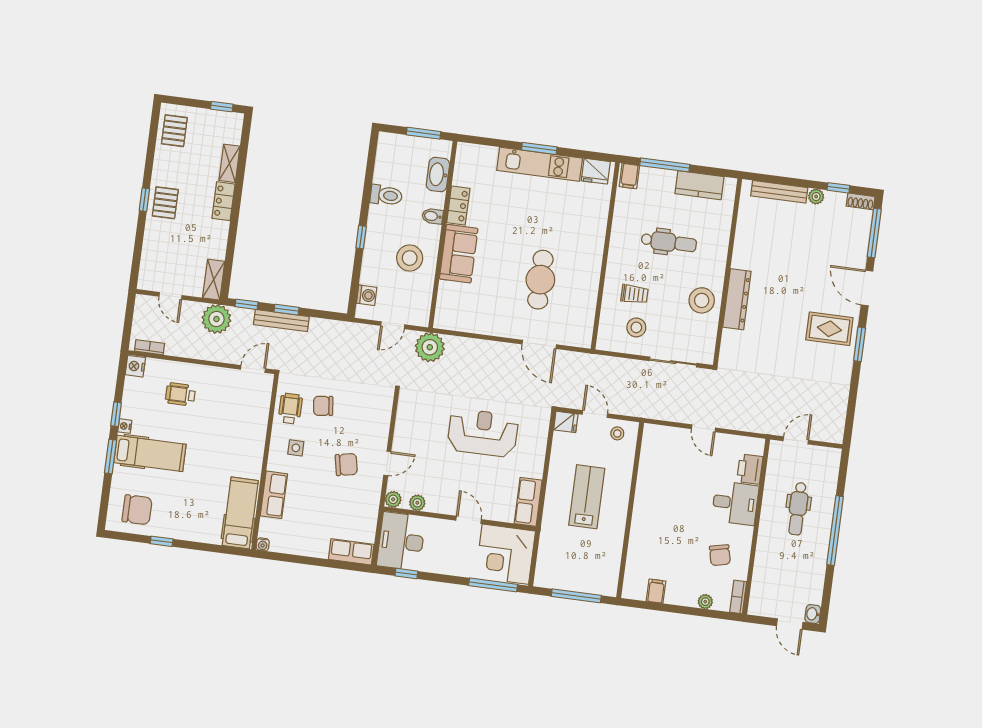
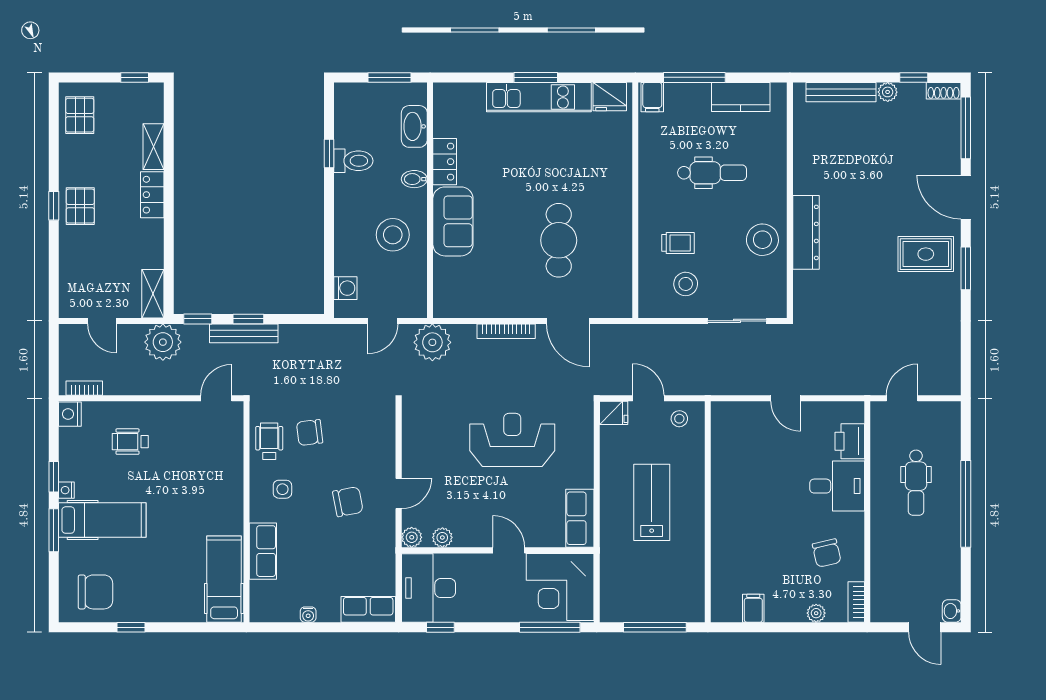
window: (361, 237) -> (329, 153), moved
bookcase: (489, 346) -> (506, 331), added
water cooler: (263, 544) -> (308, 615), moved

